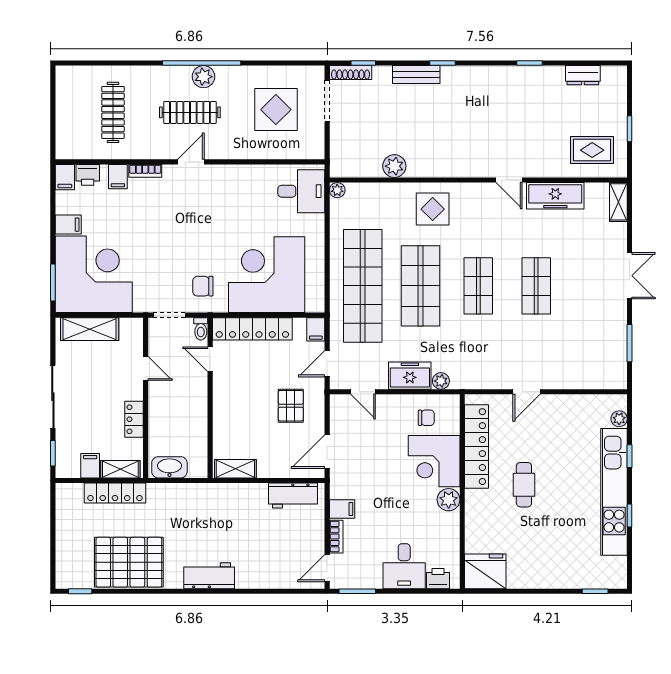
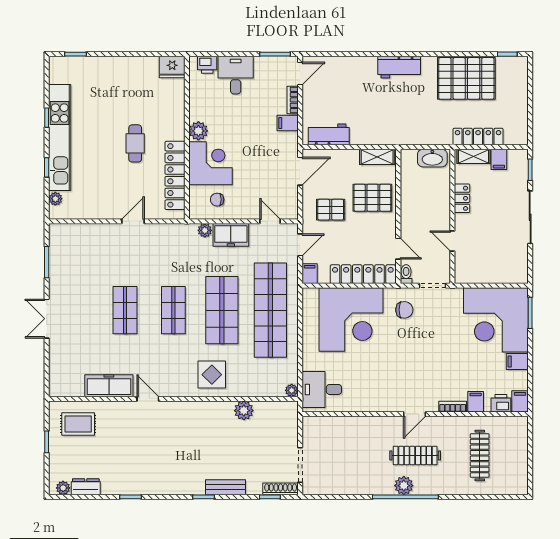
plant: (610, 74) -> (63, 488), added
display table: (276, 110) -> (343, 458), removed
shelving: (618, 202) -> (56, 380), removed
shelving: (90, 329) -> (499, 274), removed
pallet: (291, 406) -> (331, 210), turned 90
pallet: (241, 420) -> (372, 198), added
fridge: (485, 571) -> (172, 67), width x0.73, depth x0.75

